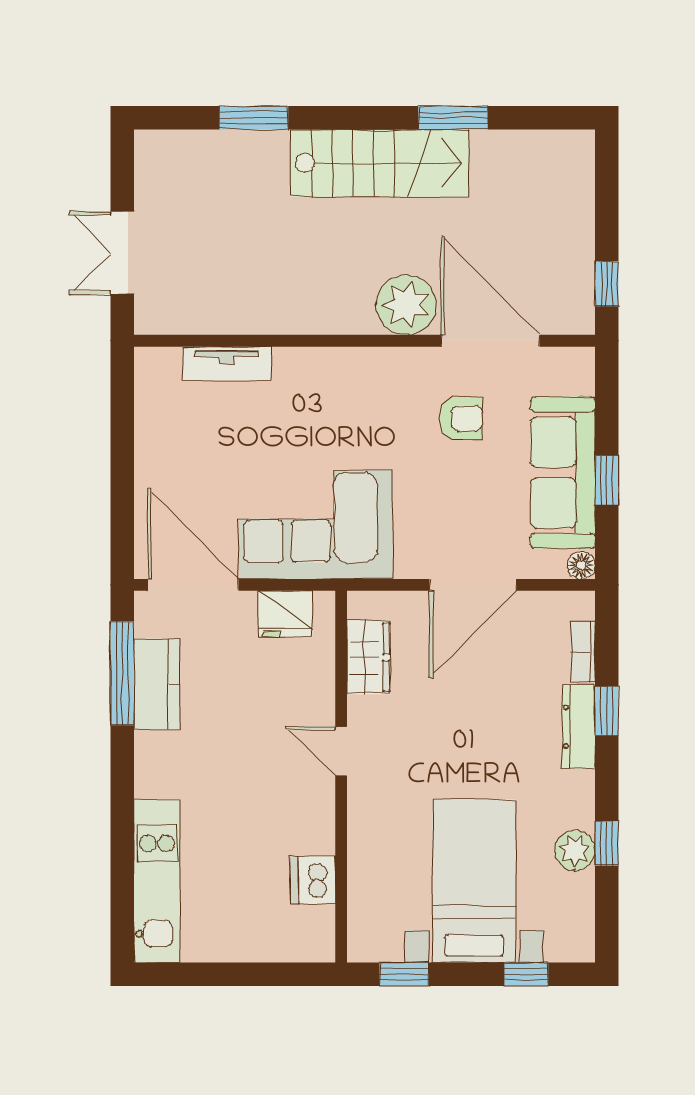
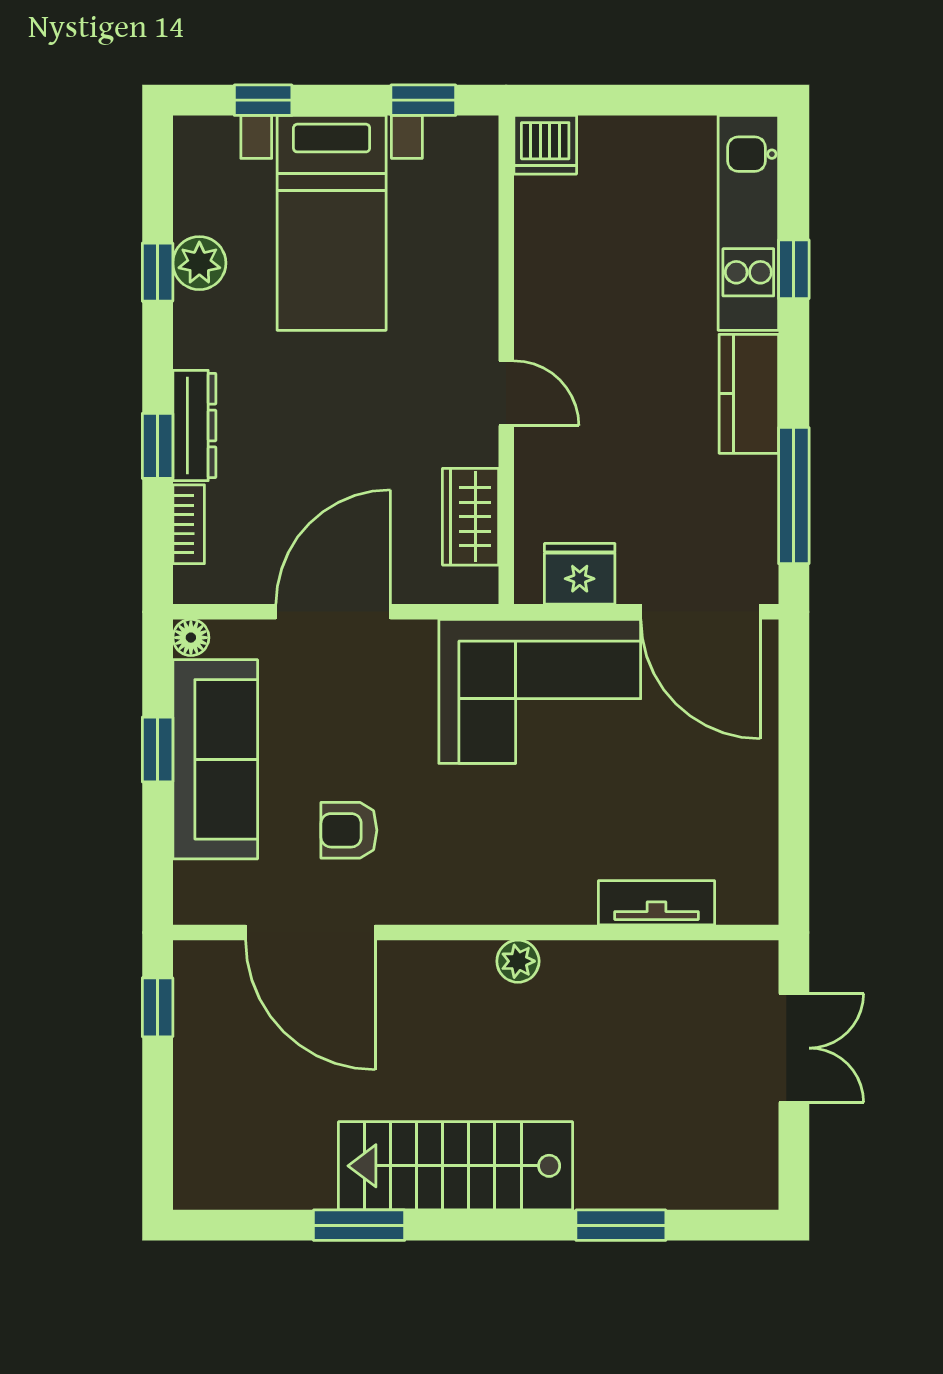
plant: (406, 305) -> (518, 961), moved, width x0.53, depth x0.53
kitchen counter: (156, 684) -> (749, 394), moved
window: (122, 846) -> (794, 269), added
dishwasher: (313, 880) -> (545, 145), moved, turned 90

